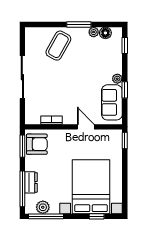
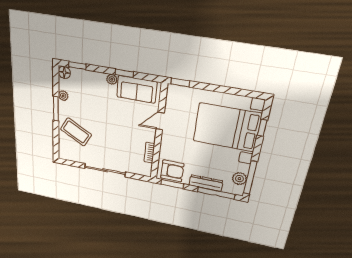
floor lamp: (105, 33) -> (64, 72), moved
armchair: (37, 144) -> (172, 171), turned 90
dresser: (31, 182) -> (206, 183), width x1.44

